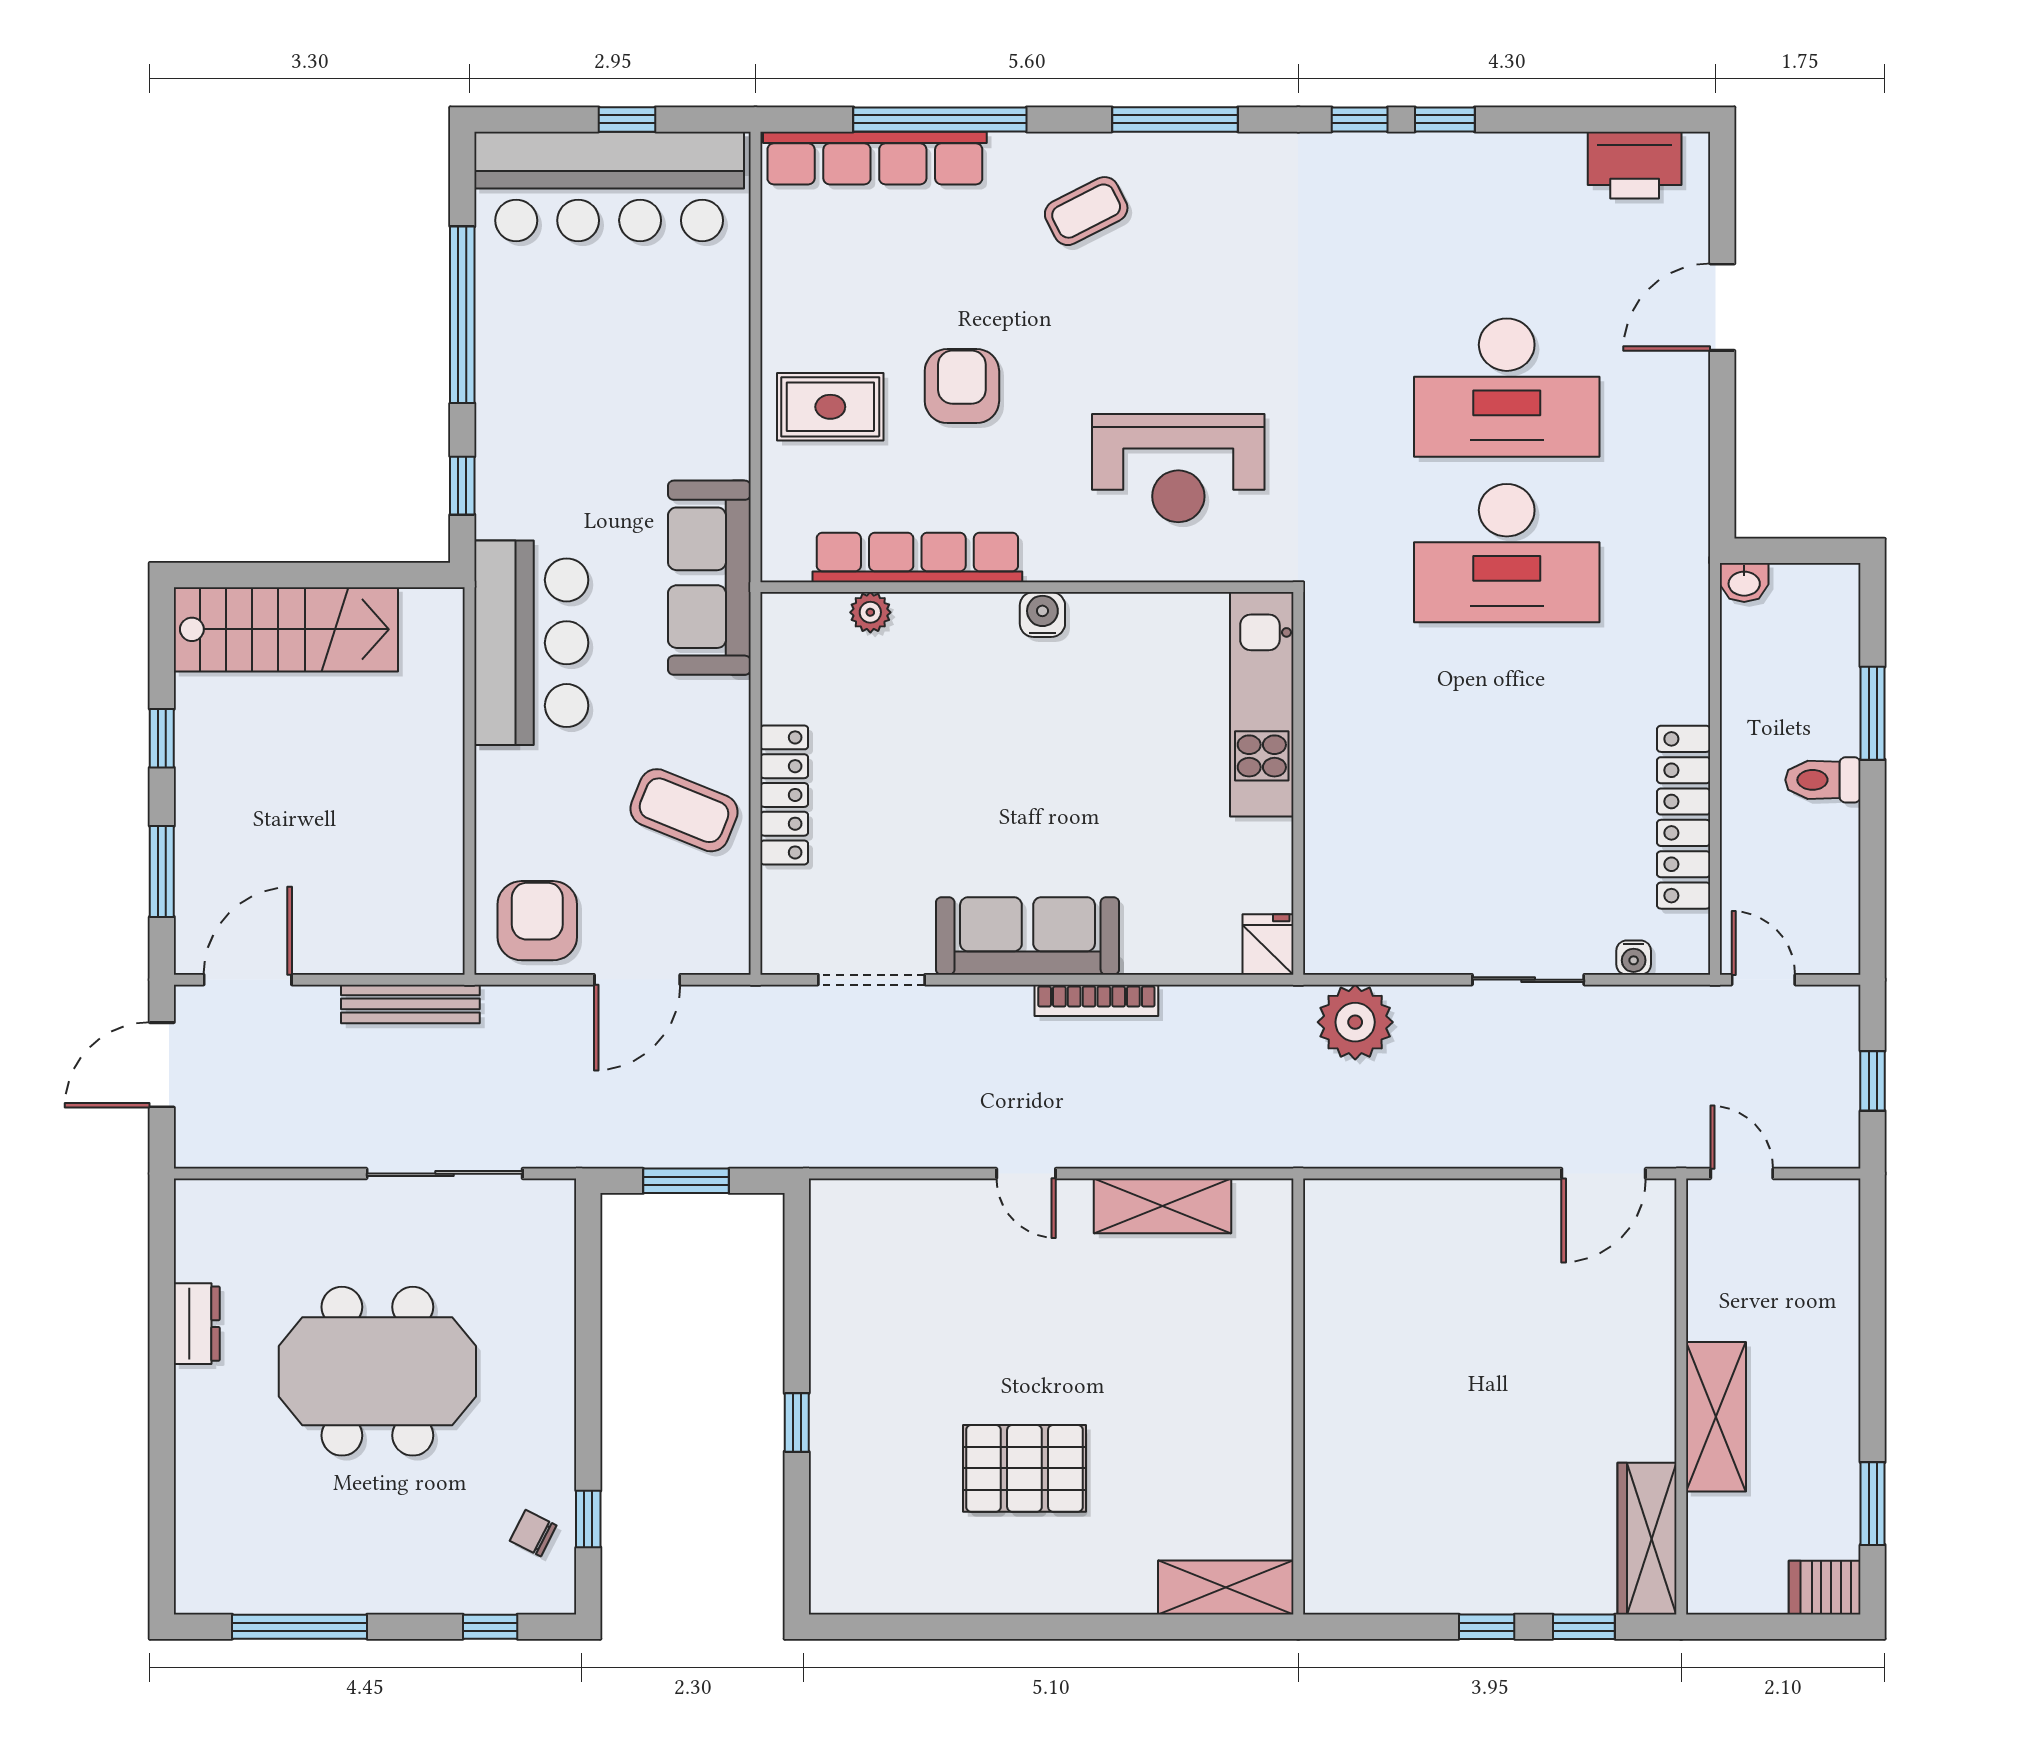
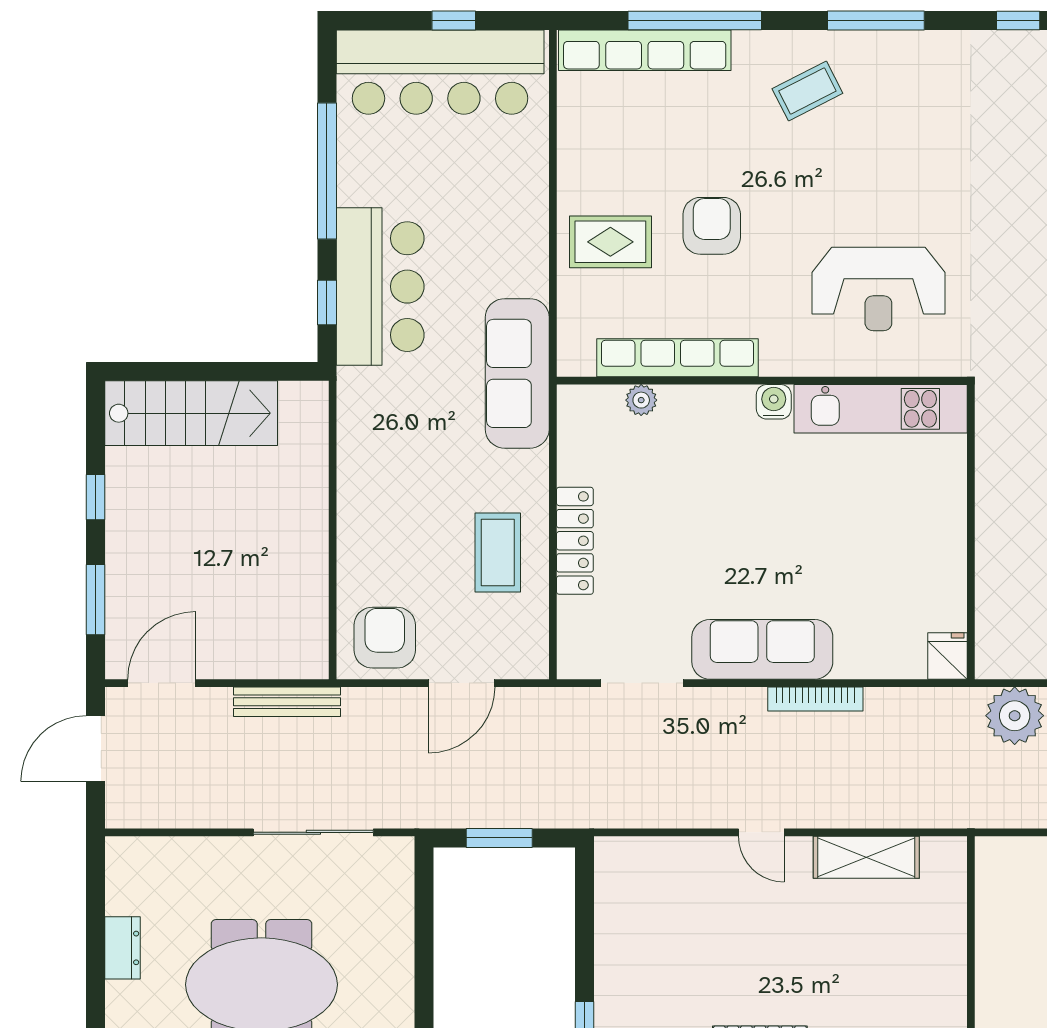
bar counter: (531, 643) -> (380, 287), moved
kitchen unit: (1262, 704) -> (881, 409), moved, turned -90
coffee table: (684, 810) -> (498, 553), turned 68

